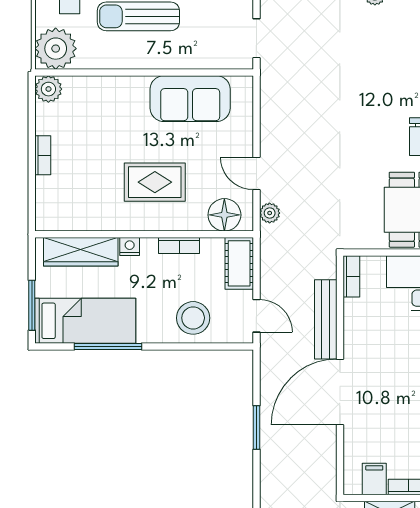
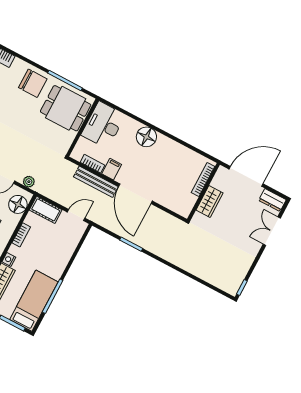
bookcase: (351, 276) -> (93, 164), moved
stool: (193, 318) -> (61, 247), removed
filing cabinet: (374, 479) -> (112, 169), moved, turned 90

